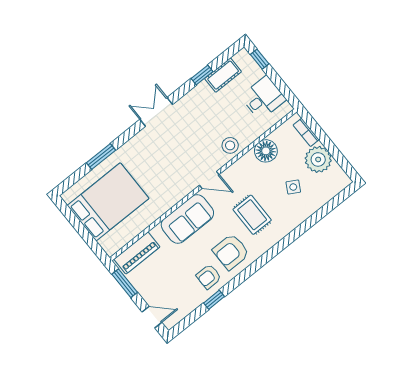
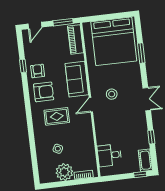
cot: (223, 75) -> (145, 160), moved
desk: (263, 98) -> (109, 155), moved, turned 90
stool: (230, 145) -> (112, 94), moved
floor lamp: (266, 151) -> (87, 146), removed
bed: (108, 202) -> (114, 41), width x1.36
armchair: (231, 252) -> (44, 92), turned 90

